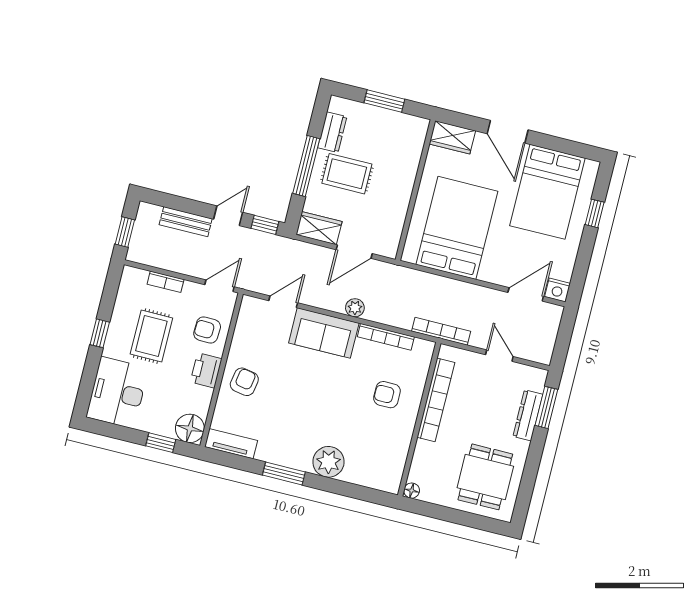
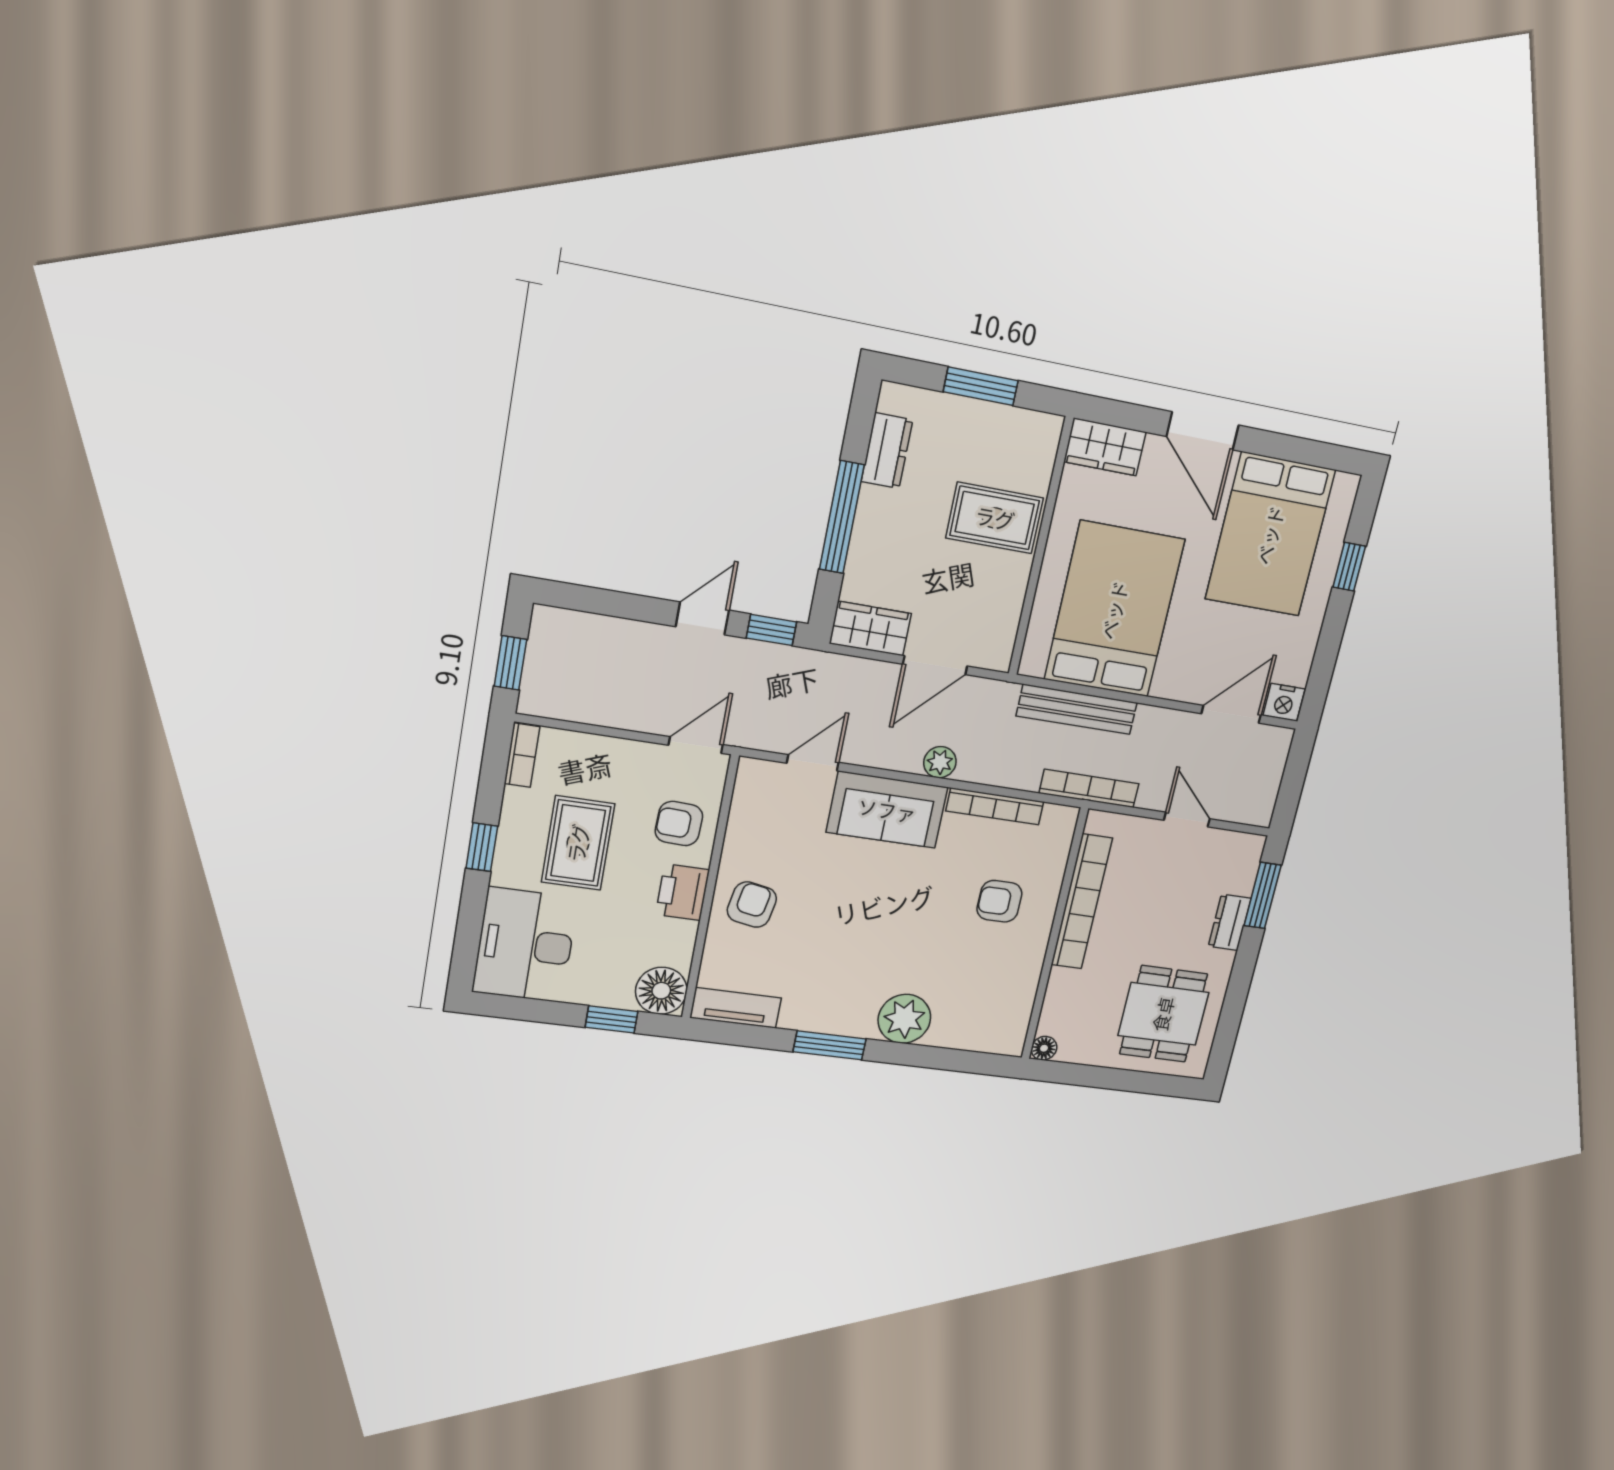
rug: (347, 174) -> (995, 518), moved
bench: (186, 222) -> (1077, 709), moved, width x1.36
bookcase: (166, 282) -> (522, 755), moved, turned -90
dresser: (528, 415) -> (1230, 922), width x0.70

